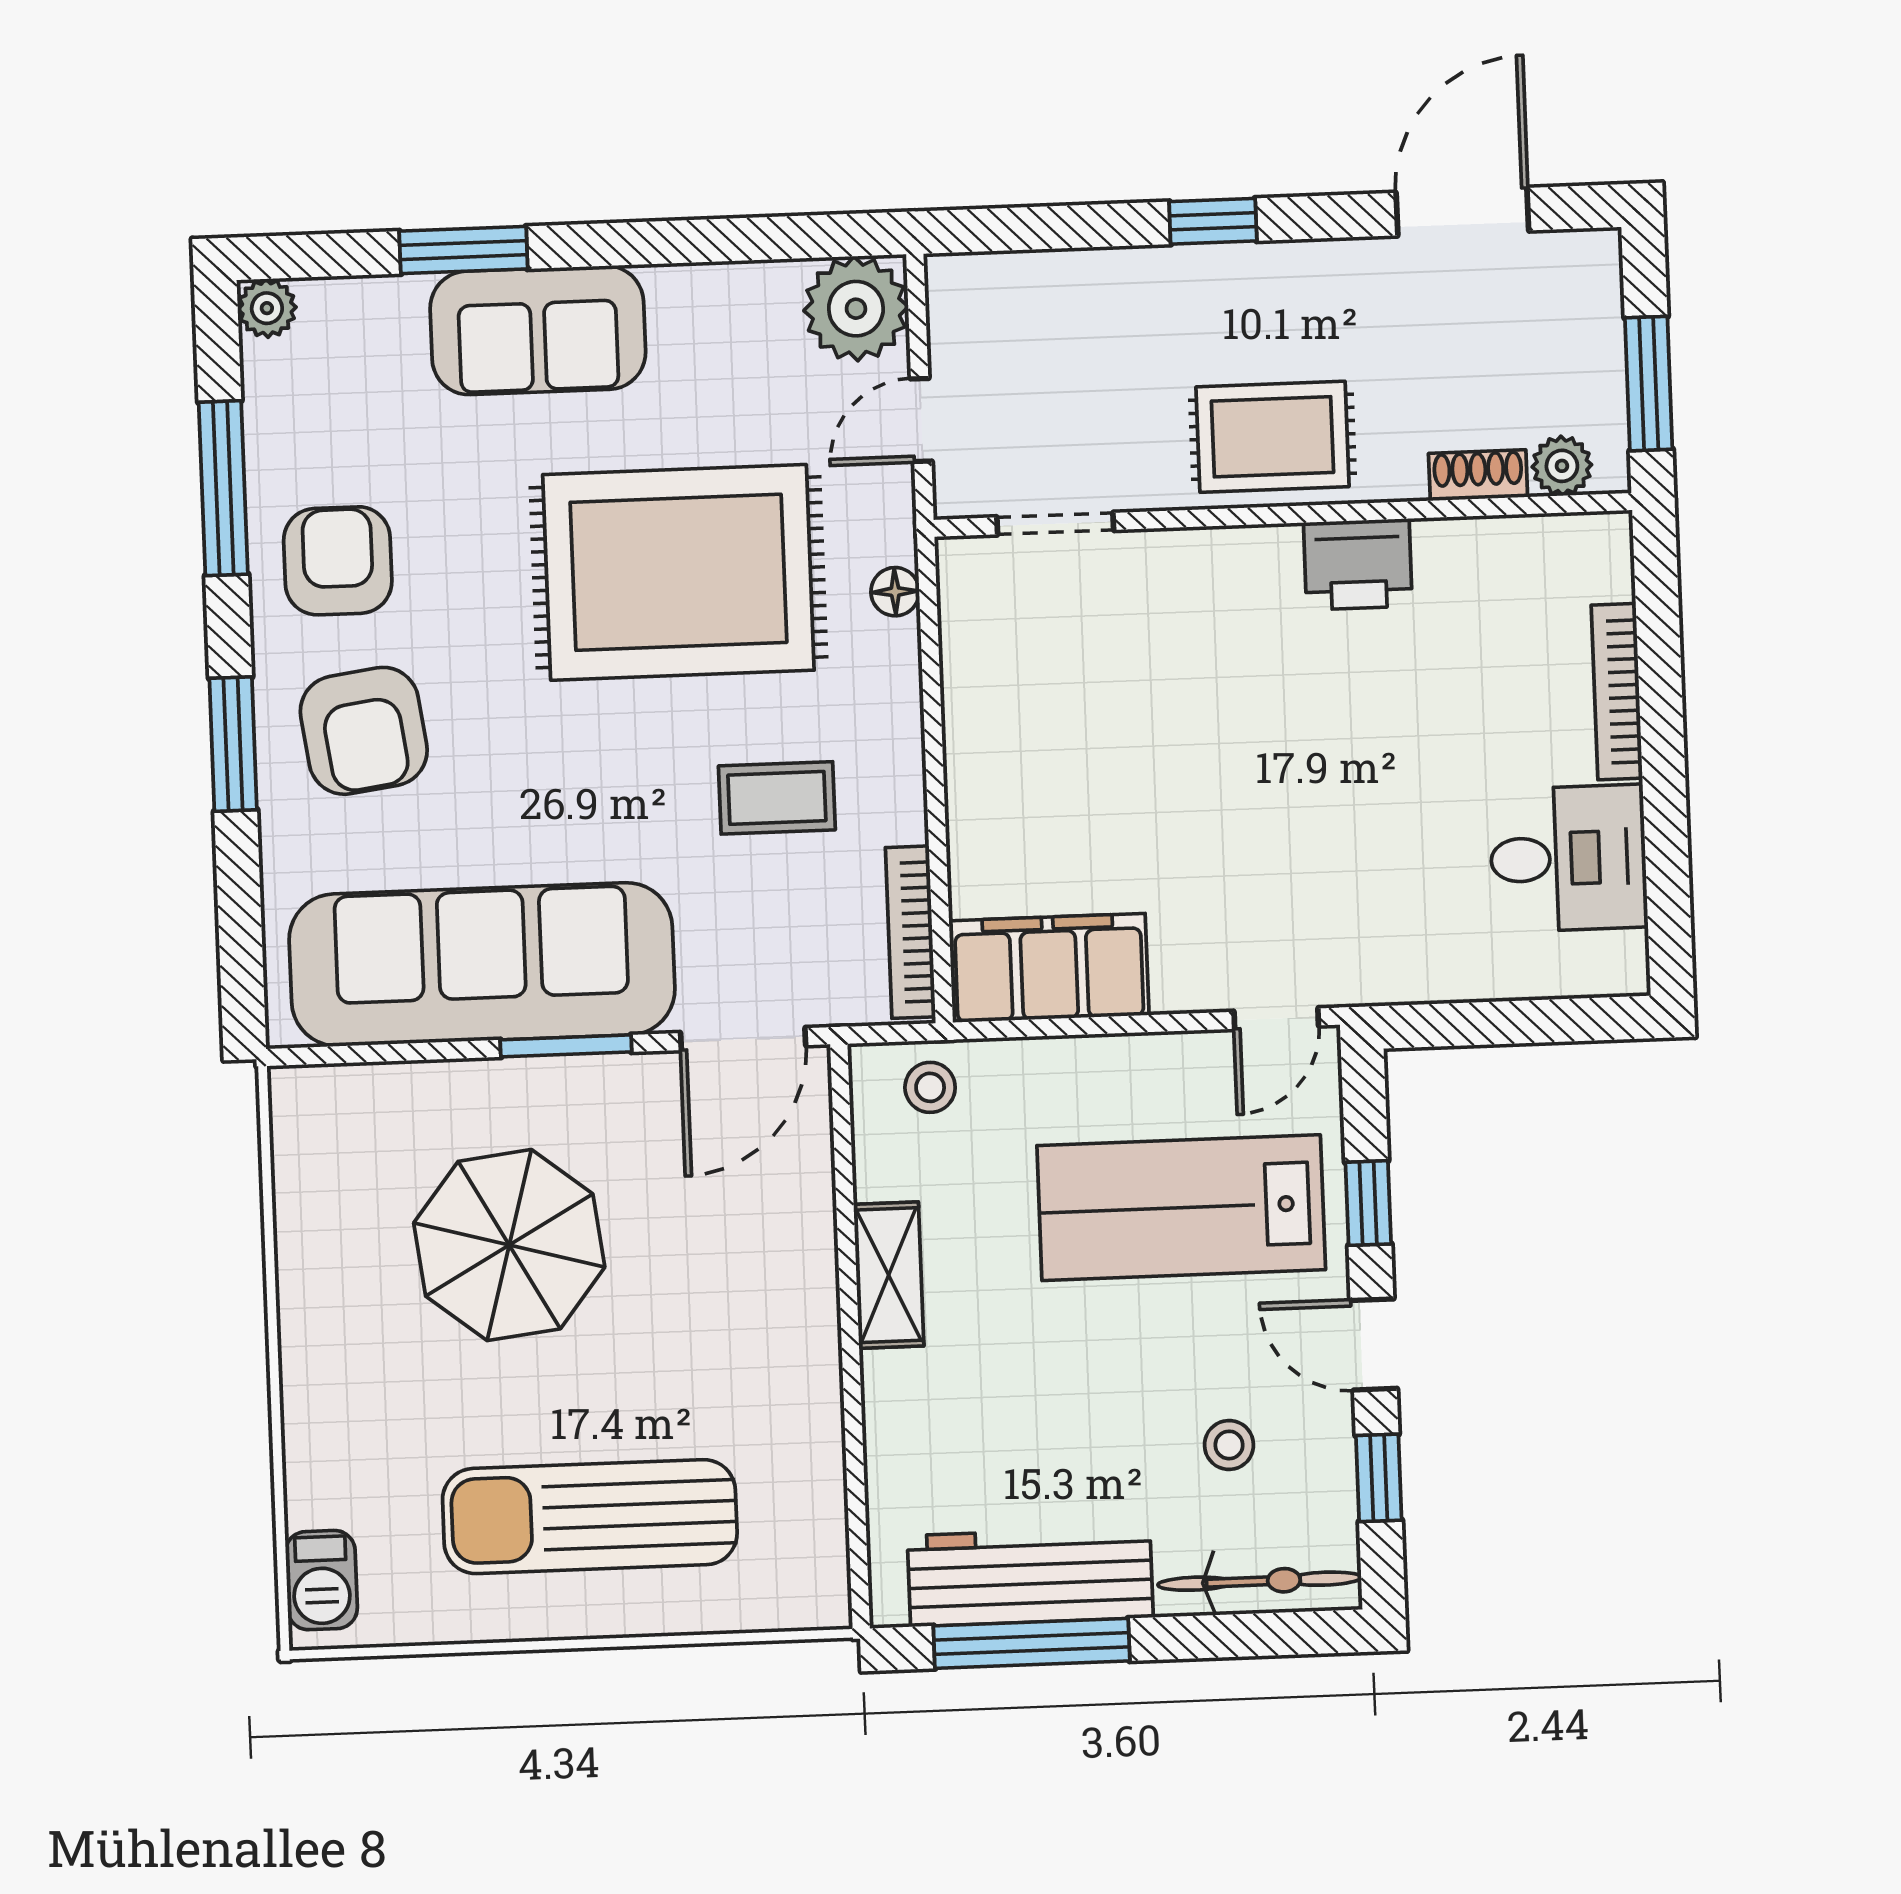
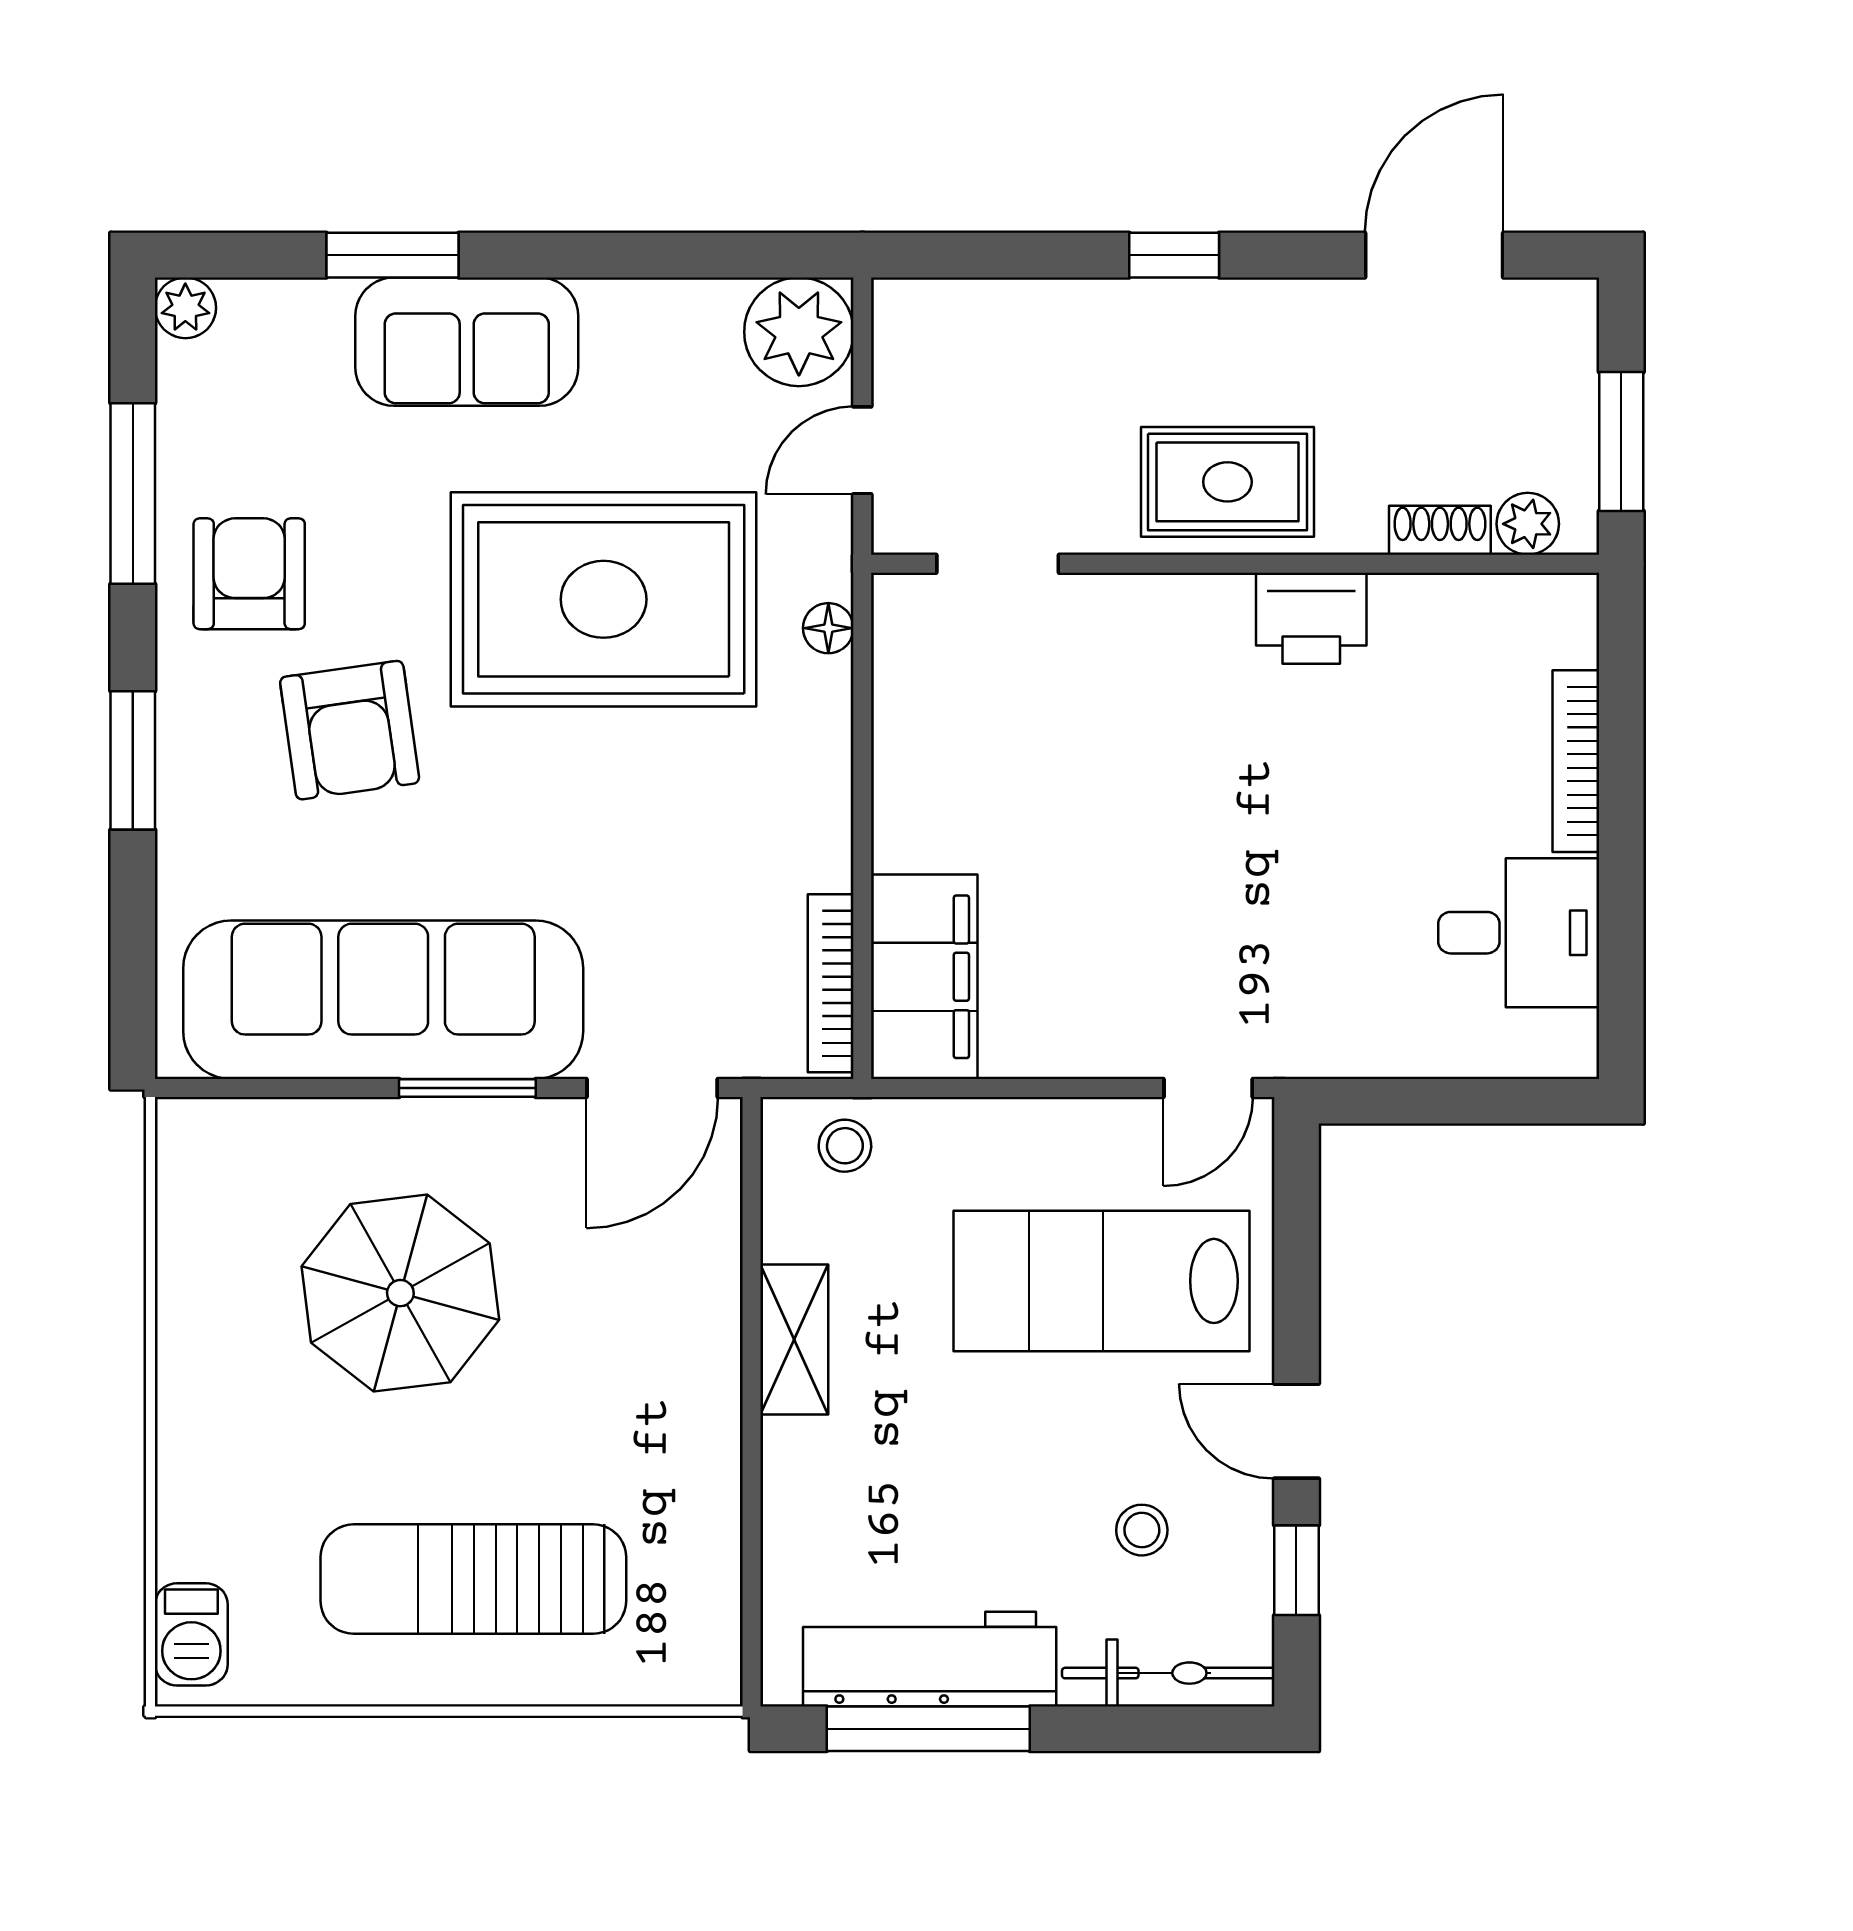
armchair: (364, 731) -> (350, 730), moved
coffee table: (777, 798) -> (697, 838), removed
filing cabinet: (1049, 968) -> (924, 977), moved, turned 90
window: (1368, 1203) -> (1296, 1284), removed

